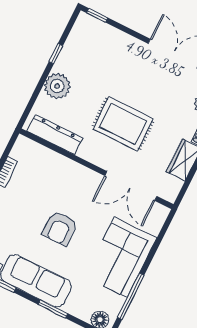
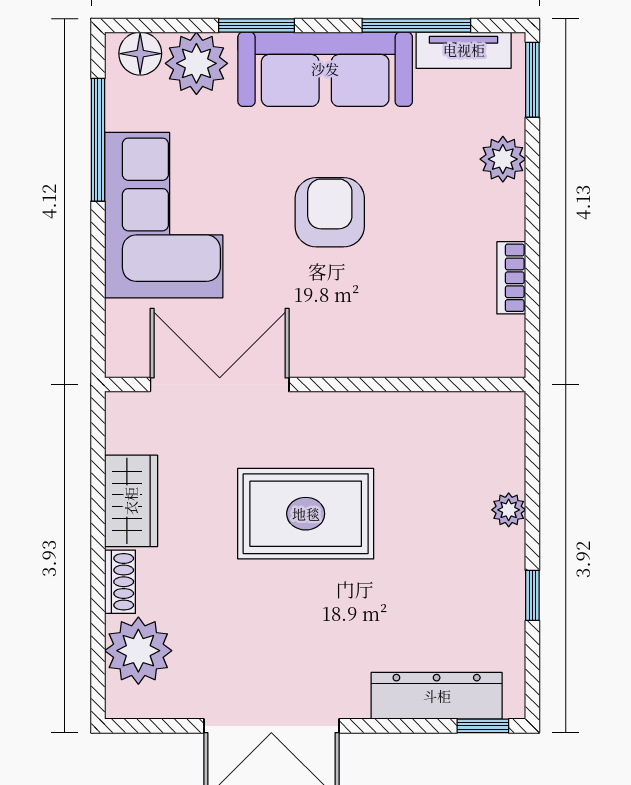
plant: (57, 86) -> (509, 510), width x0.53, depth x0.53
dresser: (55, 135) -> (437, 696), moved, turned 180
plant: (81, 306) -> (196, 63), added

